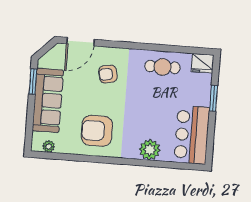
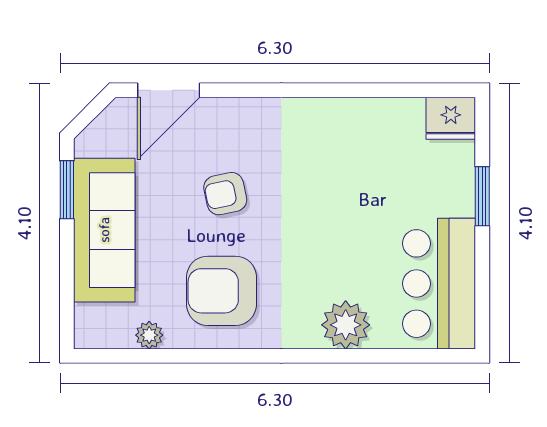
cafe table: (163, 67) -> (360, 134), removed
armchair: (108, 74) -> (225, 194), moved
plant: (49, 146) -> (149, 335), moved

